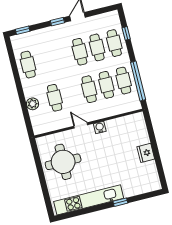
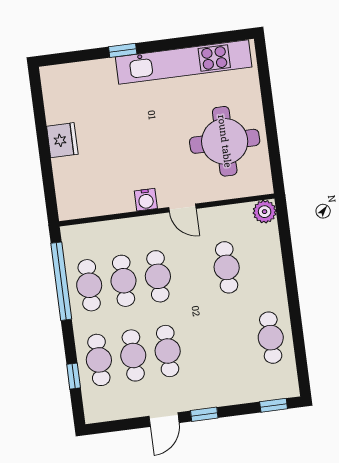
plant: (32, 104) -> (265, 212), moved

